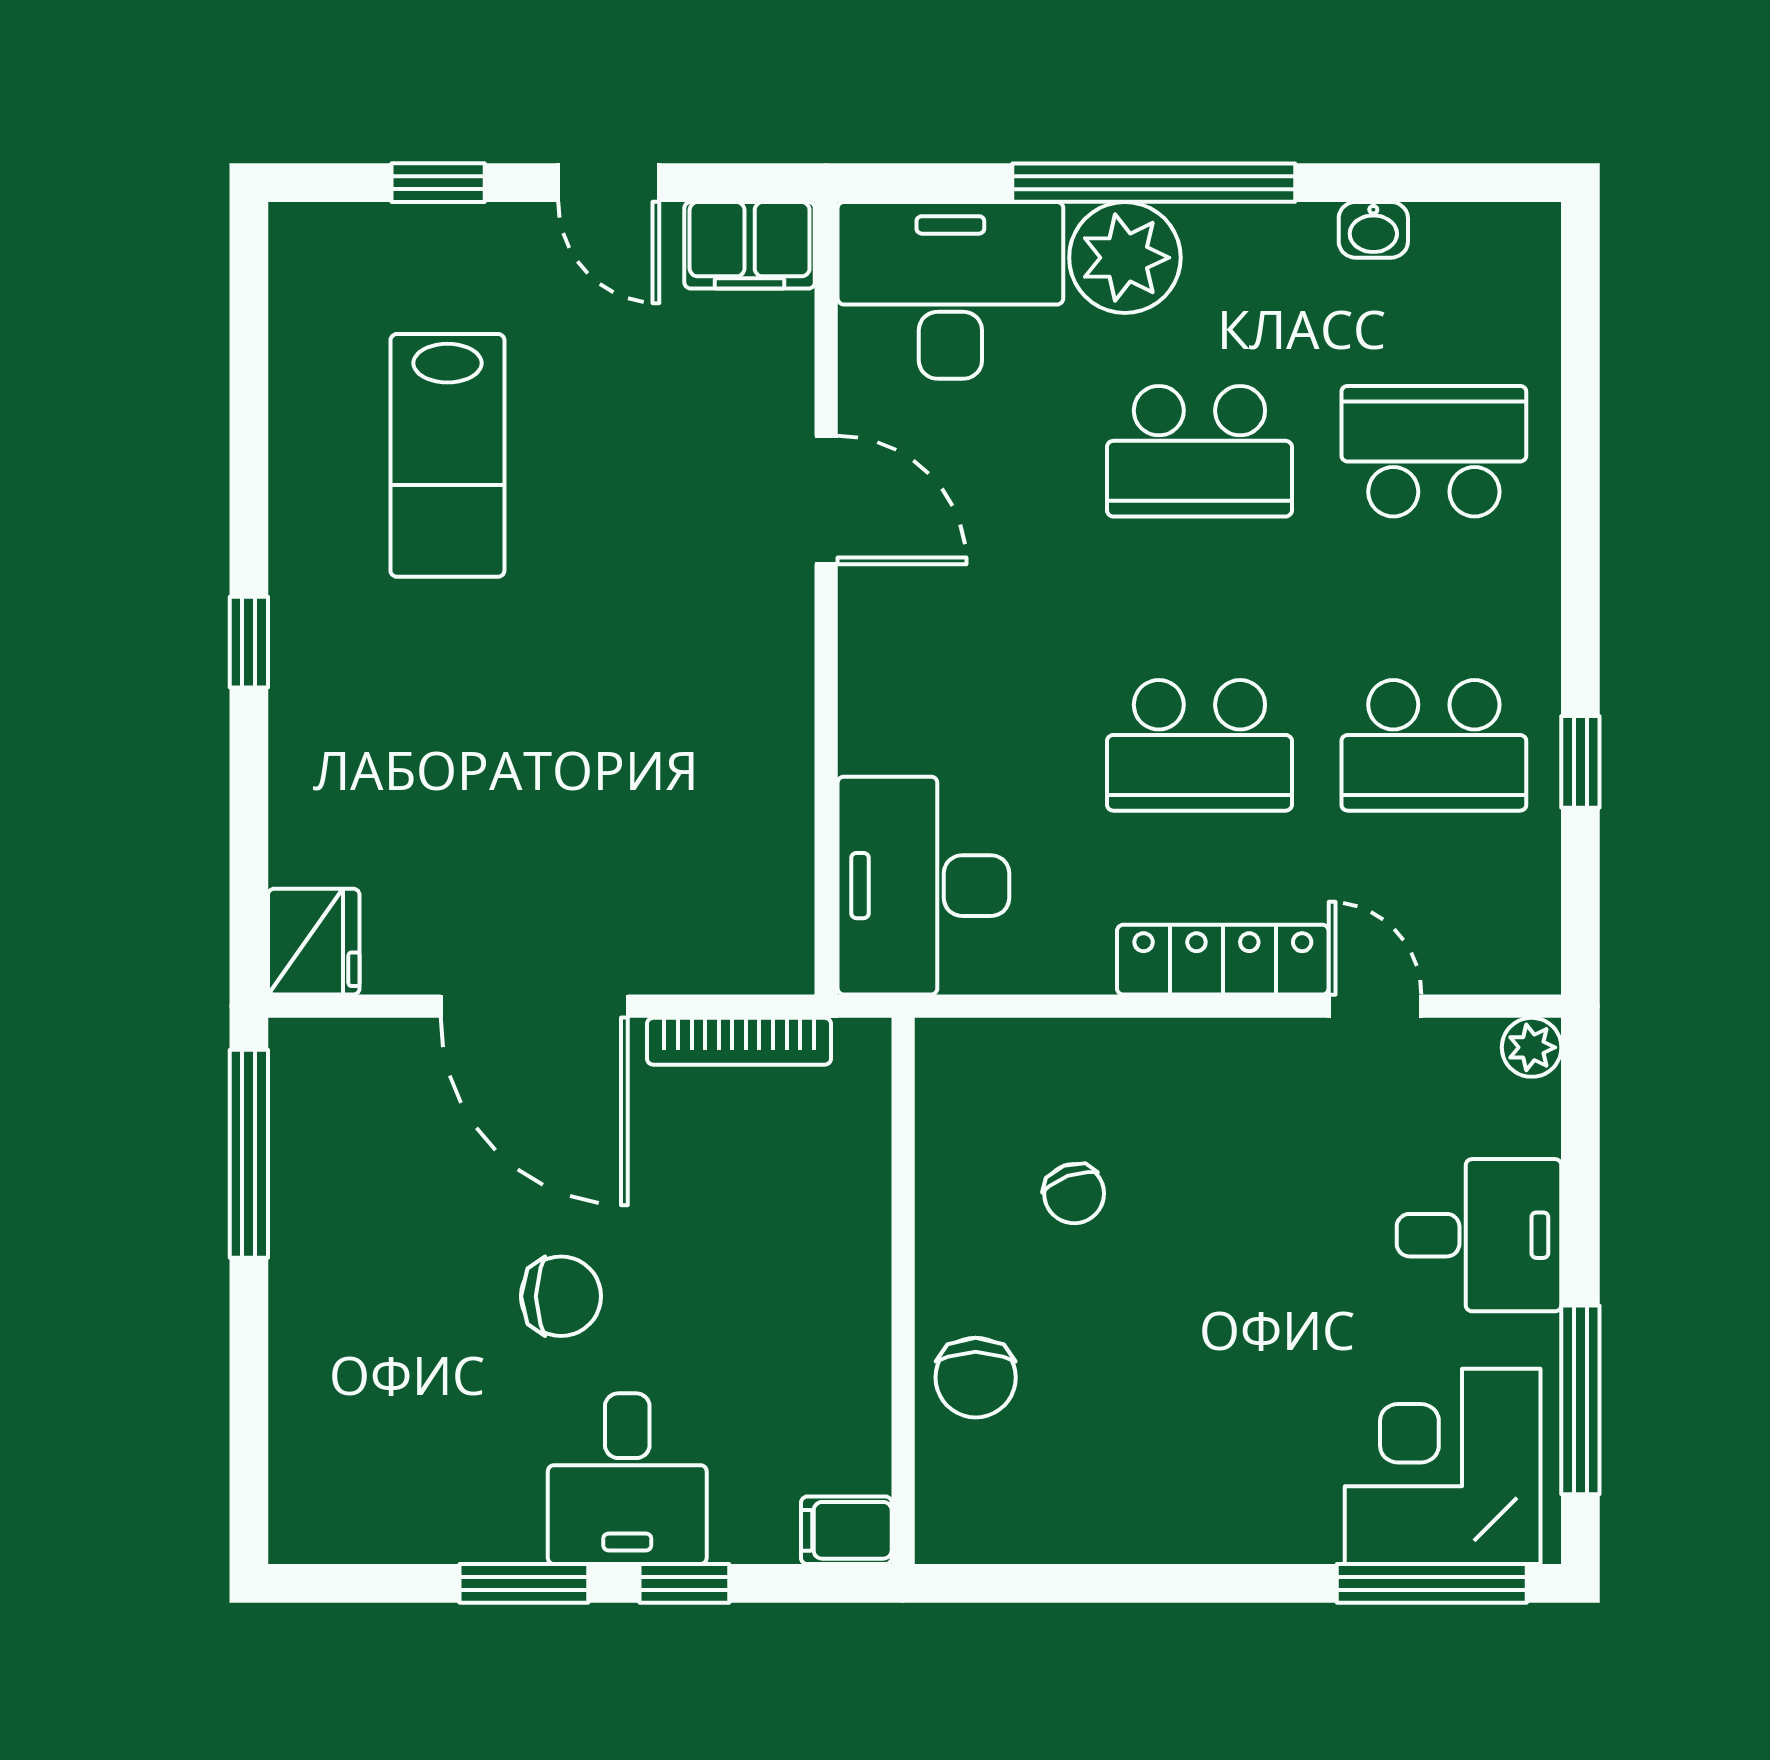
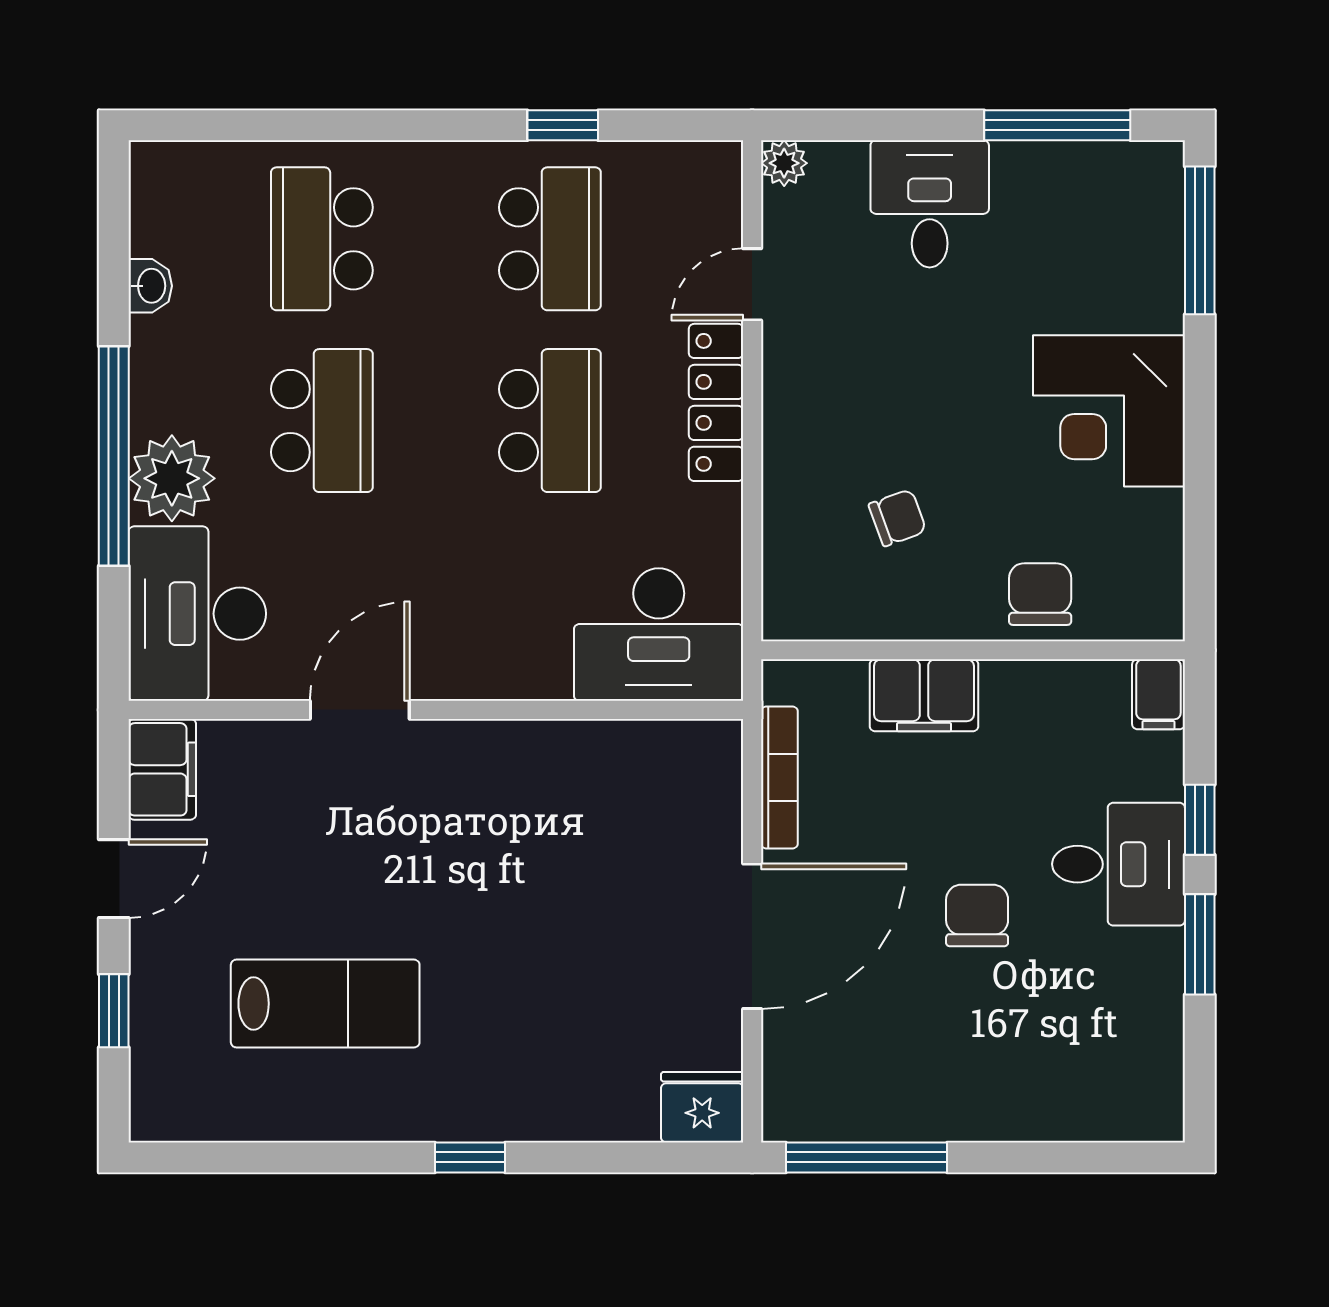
filing cabinet: (845, 1228) -> (924, 695), added
chair: (976, 1378) -> (1040, 594), turned -90
corner desk: (1443, 1466) -> (1109, 411), moved

